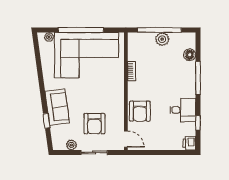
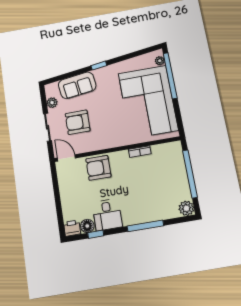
window: (81, 30) -> (170, 76), moved
plant: (162, 39) -> (186, 208), moved
floor lamp: (190, 55) -> (87, 226), moved
sofa: (57, 107) -> (77, 85), moved
window: (47, 121) -> (99, 66), moved
door: (126, 139) -> (66, 158), swing flipped

